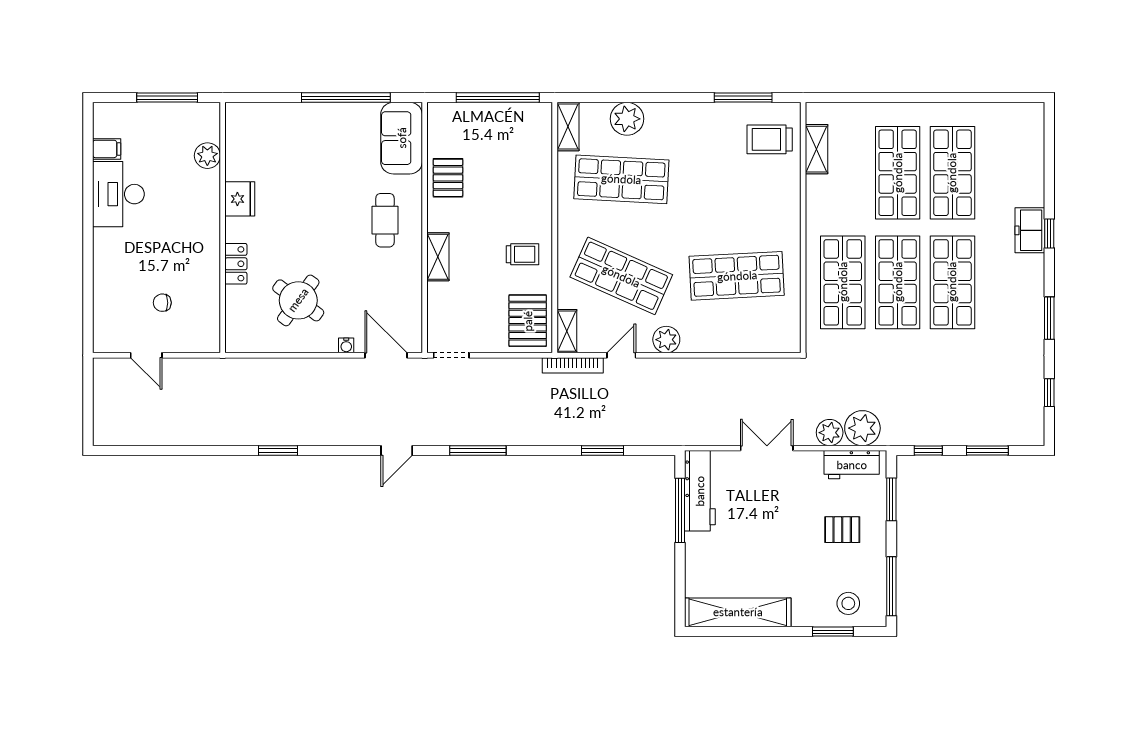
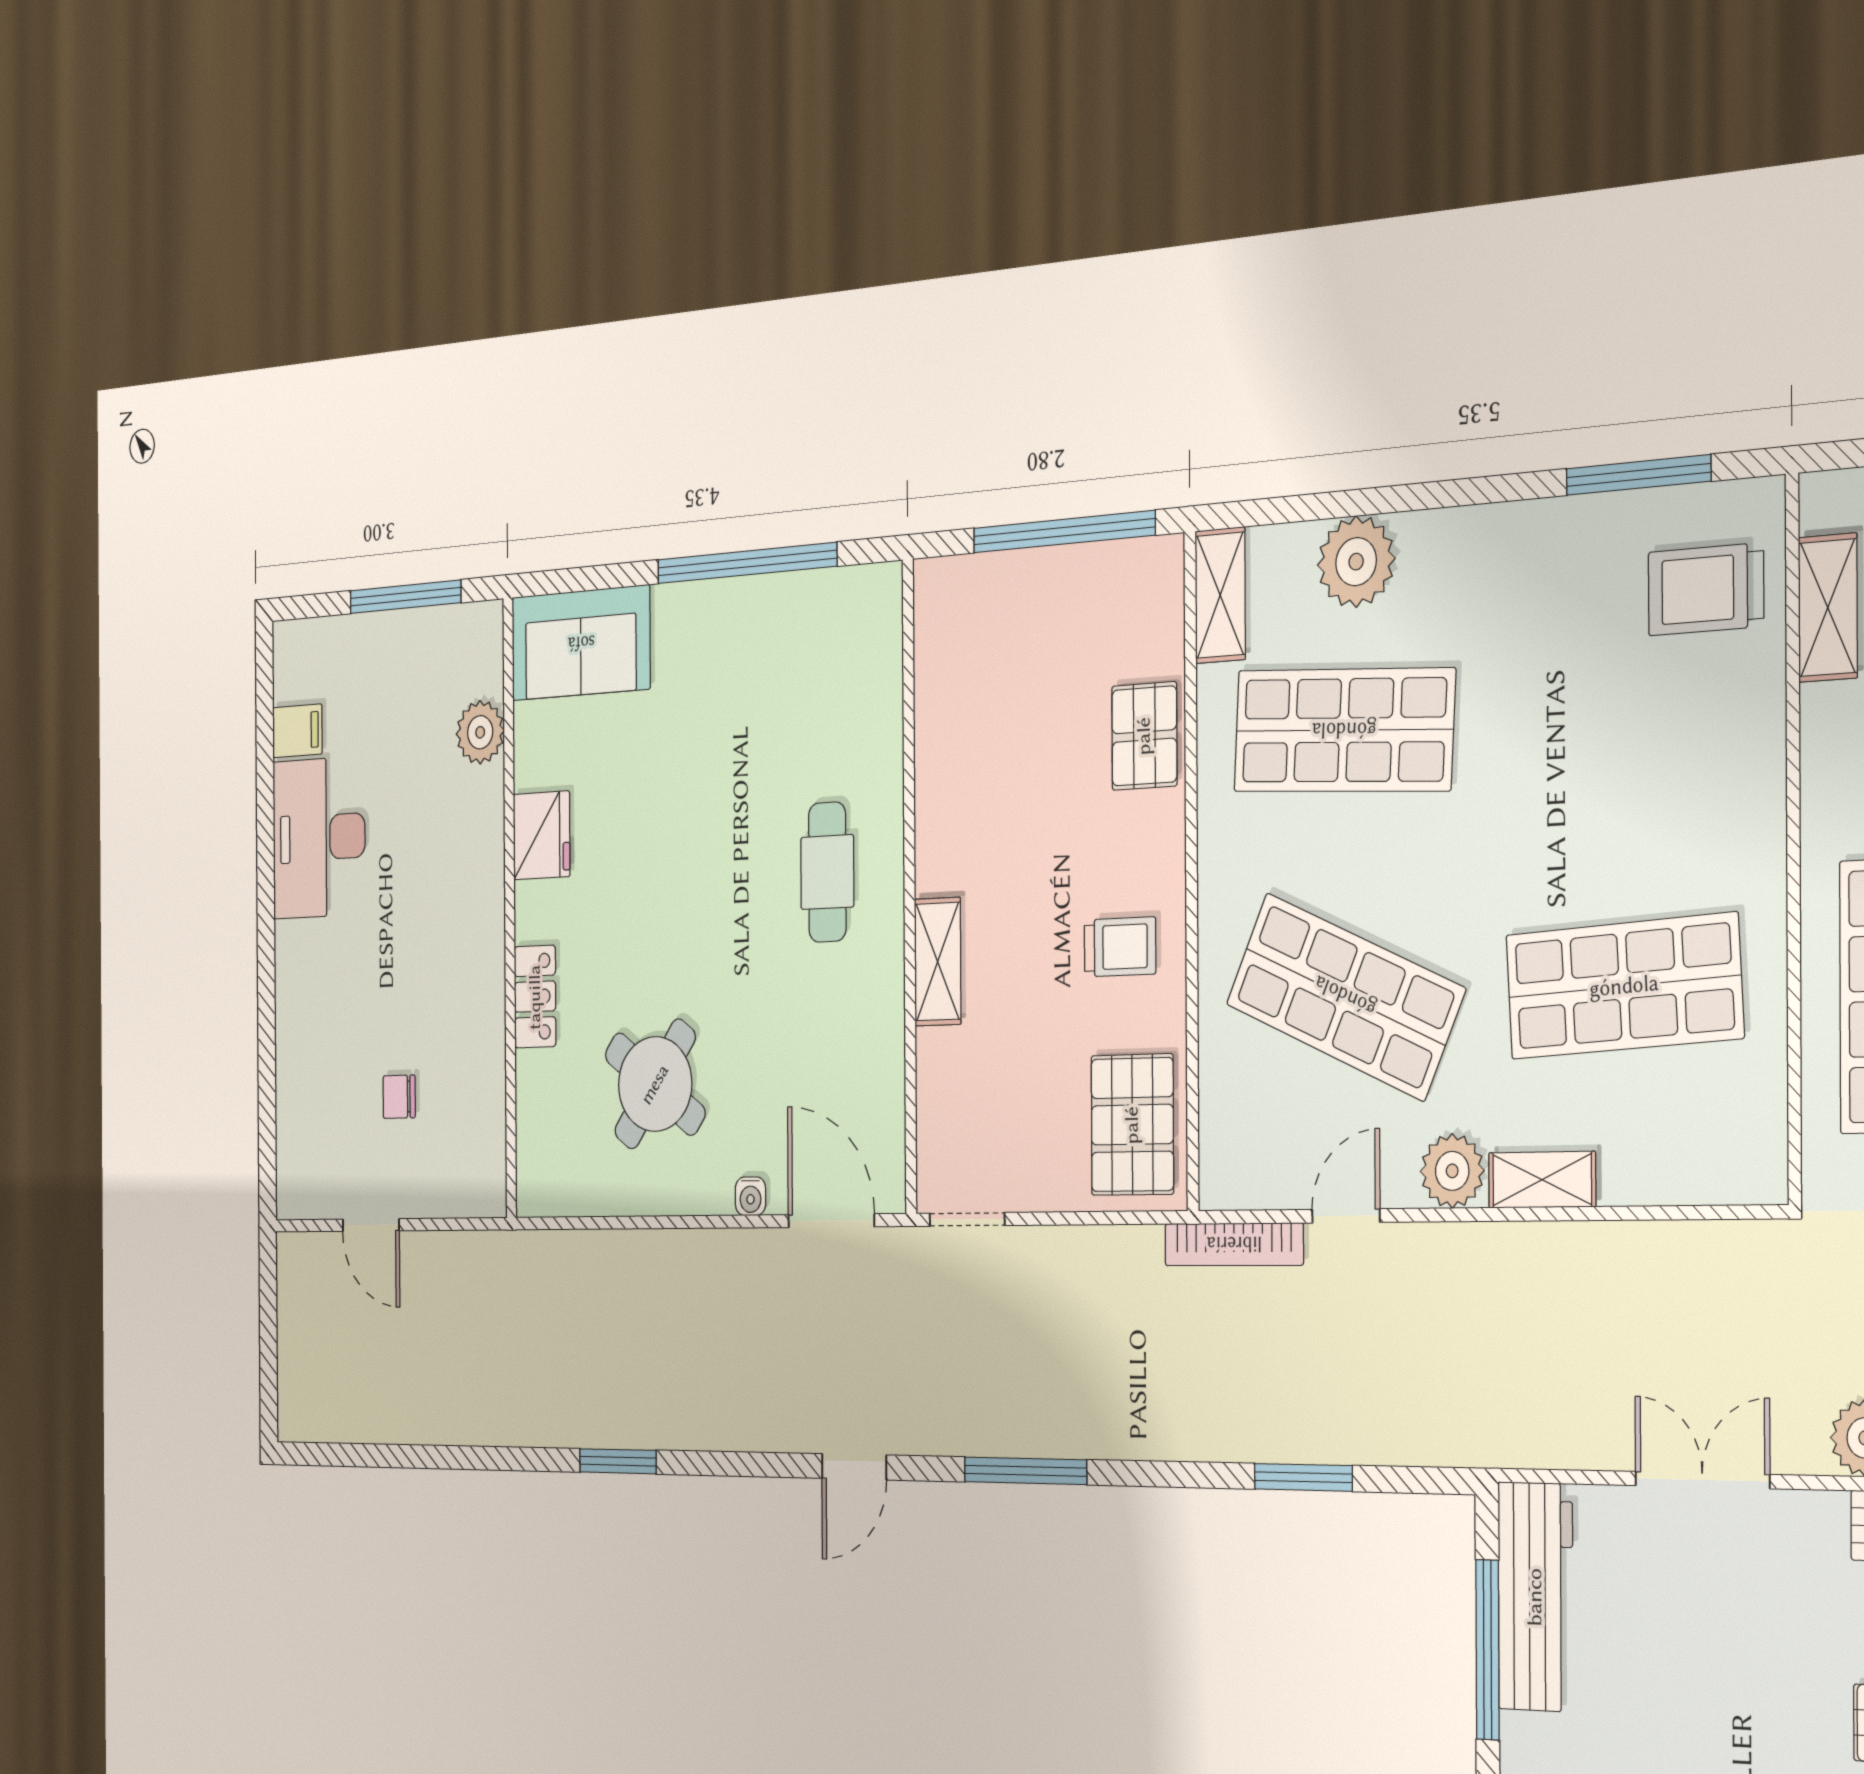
sofa: (402, 138) -> (581, 643), moved, turned -90
pallet: (448, 178) -> (1144, 736), moved
shelving: (567, 331) -> (1542, 1180), moved, turned 90

